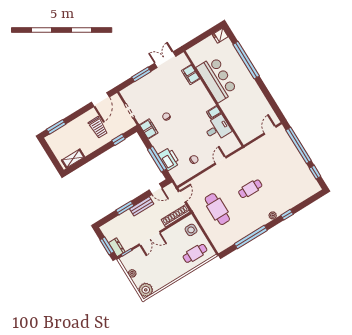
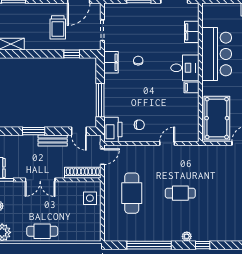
pool table: (244, 123) -> (217, 118), added
desk: (217, 128) -> (185, 68), moved
printer: (169, 159) -> (113, 129), moved
cafe table: (195, 253) -> (42, 231), moved

